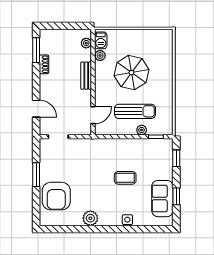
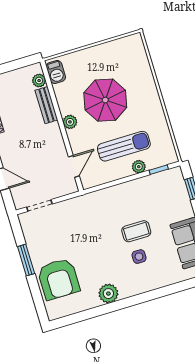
plant: (100, 56) -> (70, 122), moved
bench: (86, 76) -> (46, 105), moved
side table: (127, 220) -> (139, 257), moved

